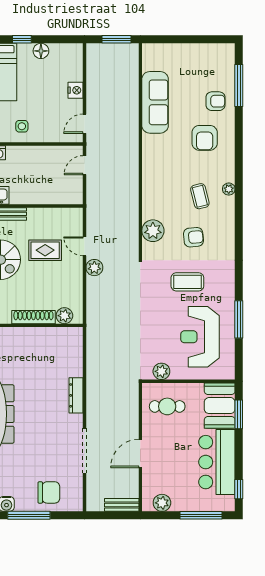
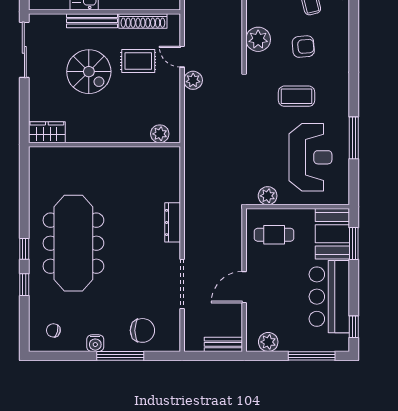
shoe rack: (33, 317) -> (143, 21), moved, turned 180
reception desk: (200, 337) -> (311, 157), turned 180

